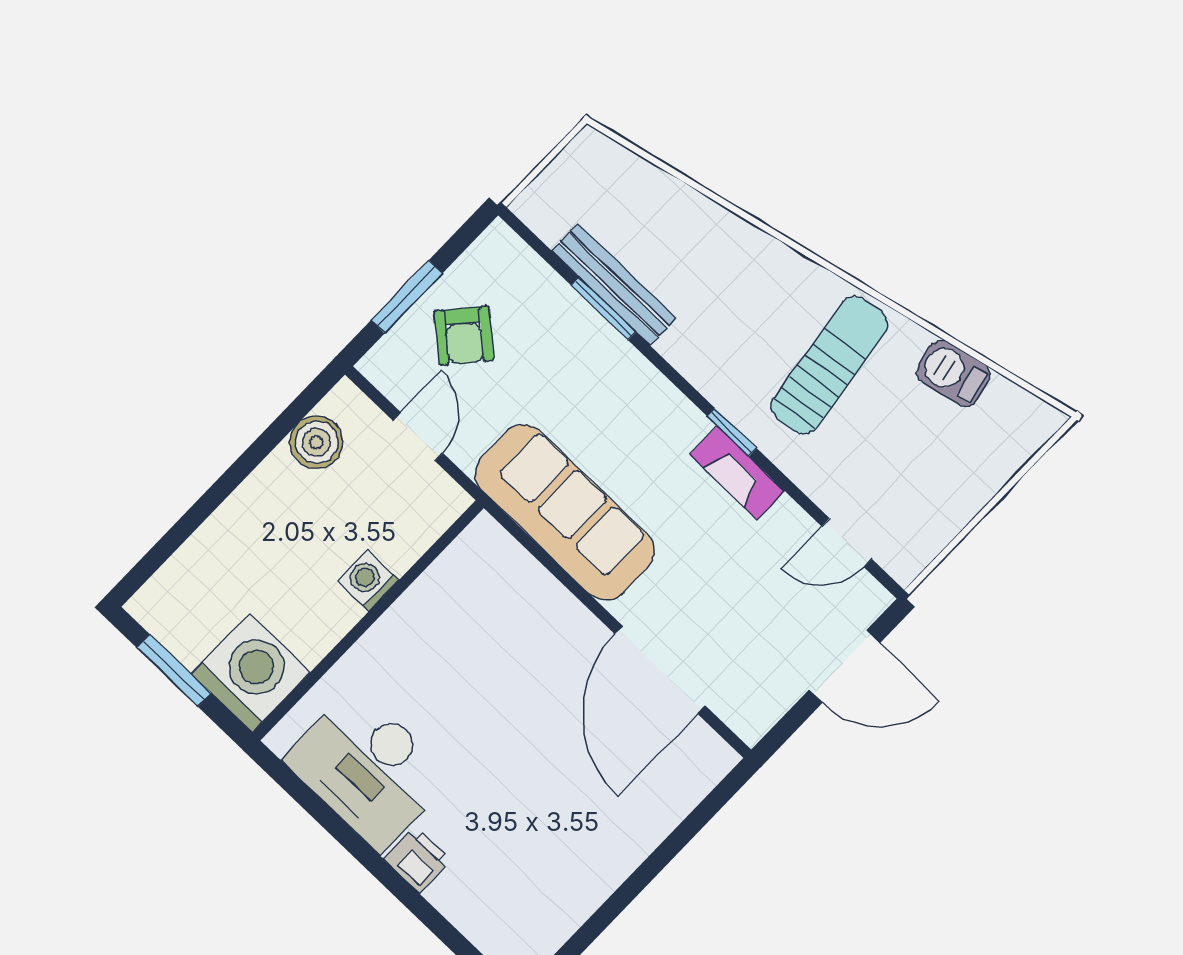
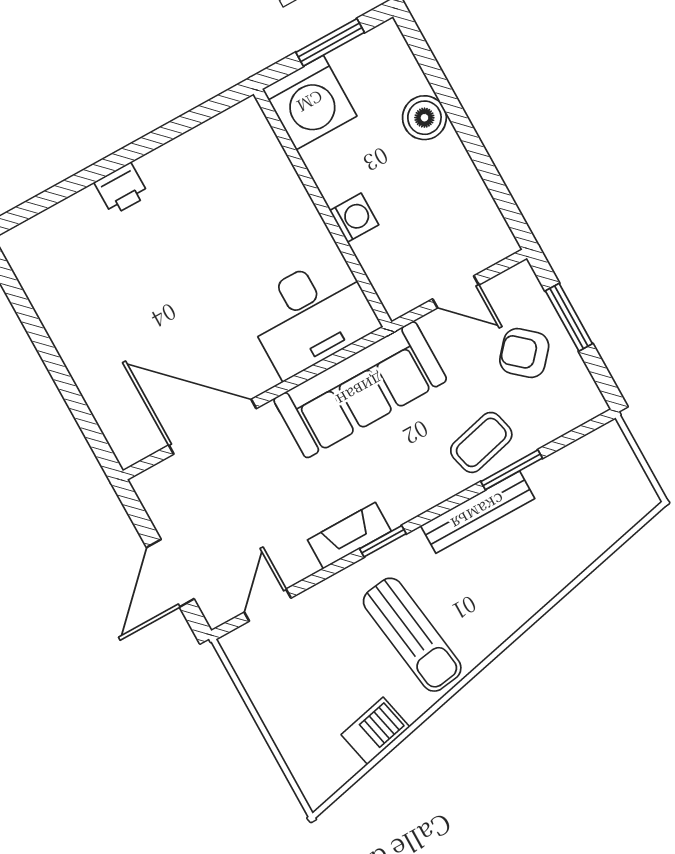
bench: (614, 284) -> (478, 512), moved
coffee table: (583, 354) -> (481, 442), added
boiler: (316, 442) -> (424, 118), moved
desk: (368, 769) -> (311, 315), moved, turned 180

